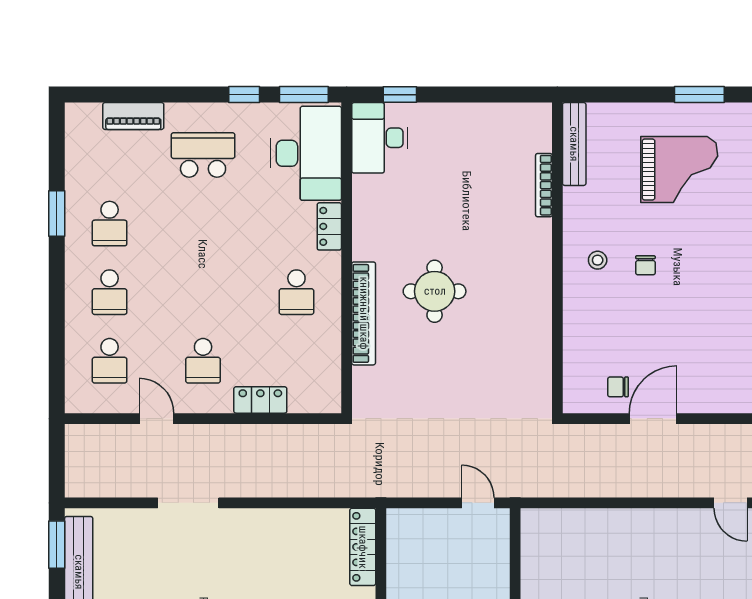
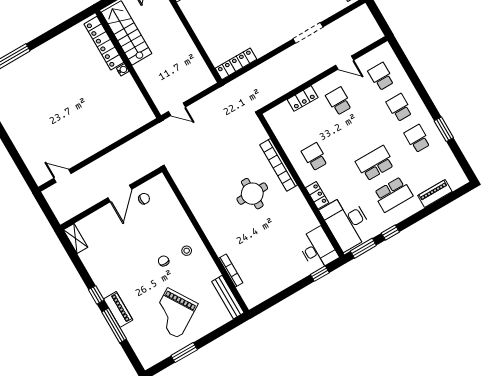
grand piano: (679, 170) -> (174, 313), turned -32
school desk: (203, 224) -> (375, 163), added
locker: (363, 547) -> (236, 64), moved, turned -90

